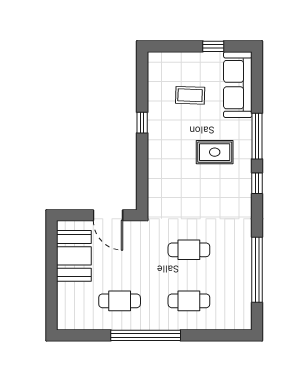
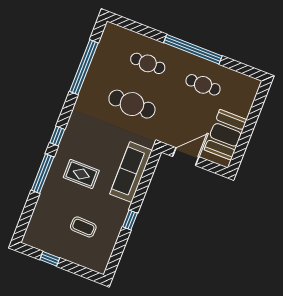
sofa: (238, 85) -> (131, 172), moved, turned 180
door: (108, 215) -> (186, 157), hinge flipped
cafe table: (189, 250) -> (132, 104), width x1.37, depth x1.35

